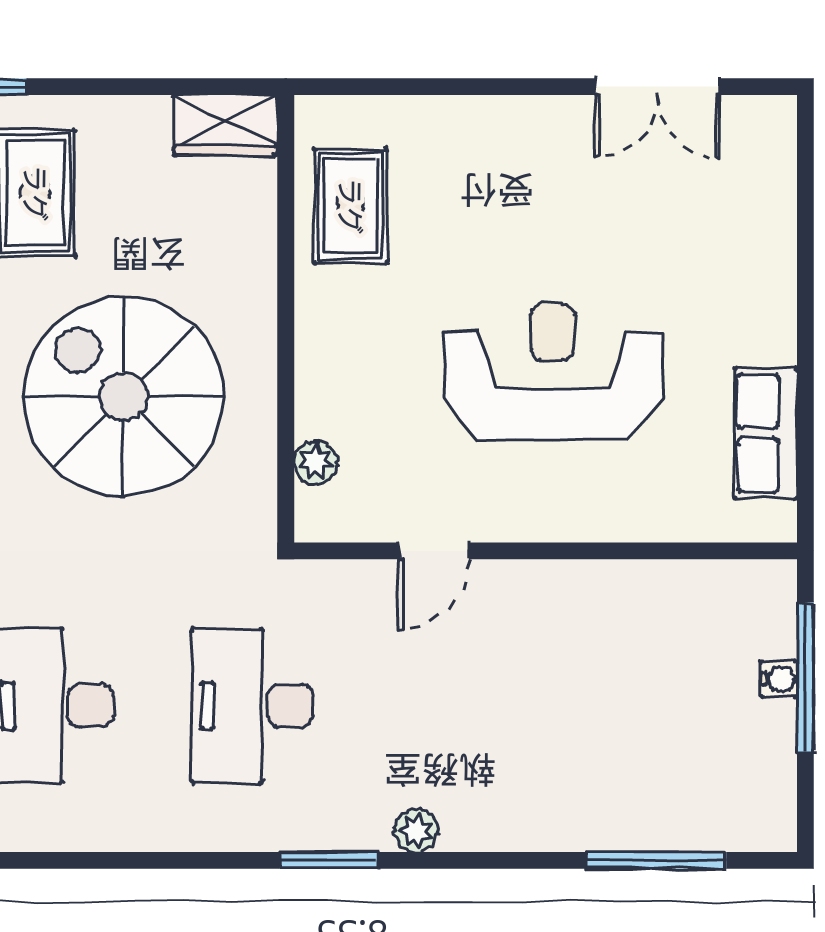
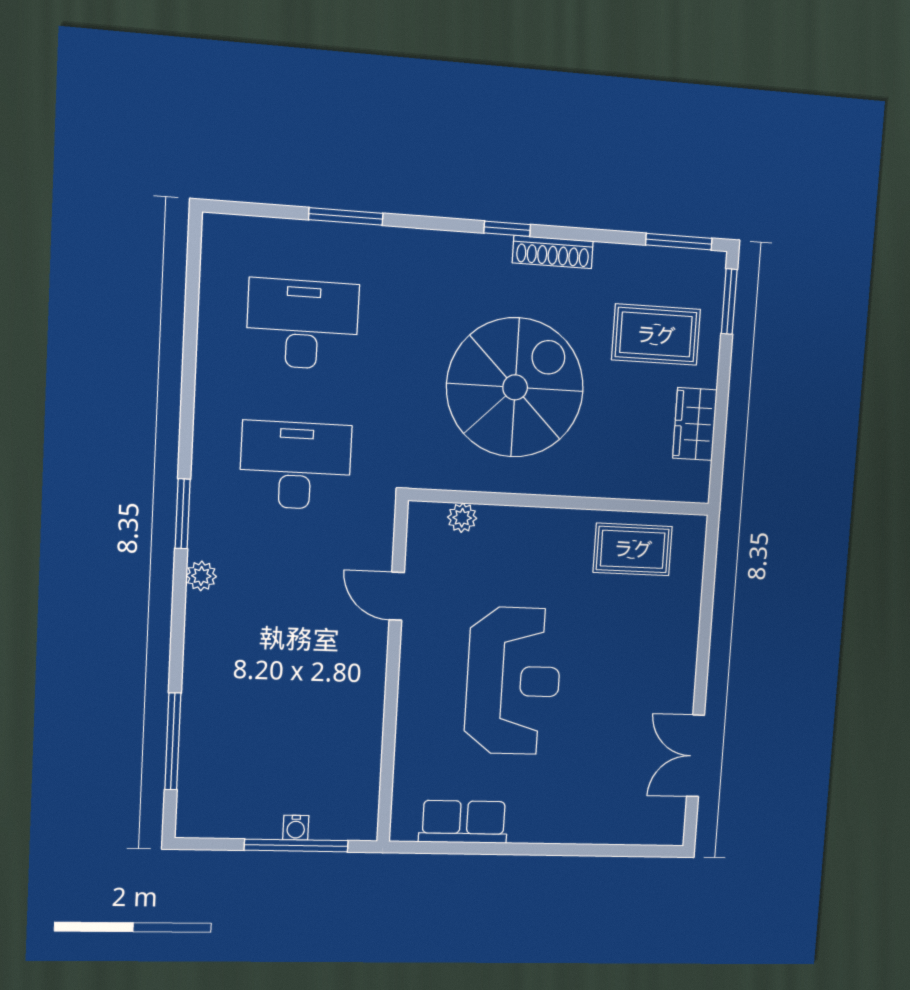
wardrobe: (226, 125) -> (695, 424), moved

